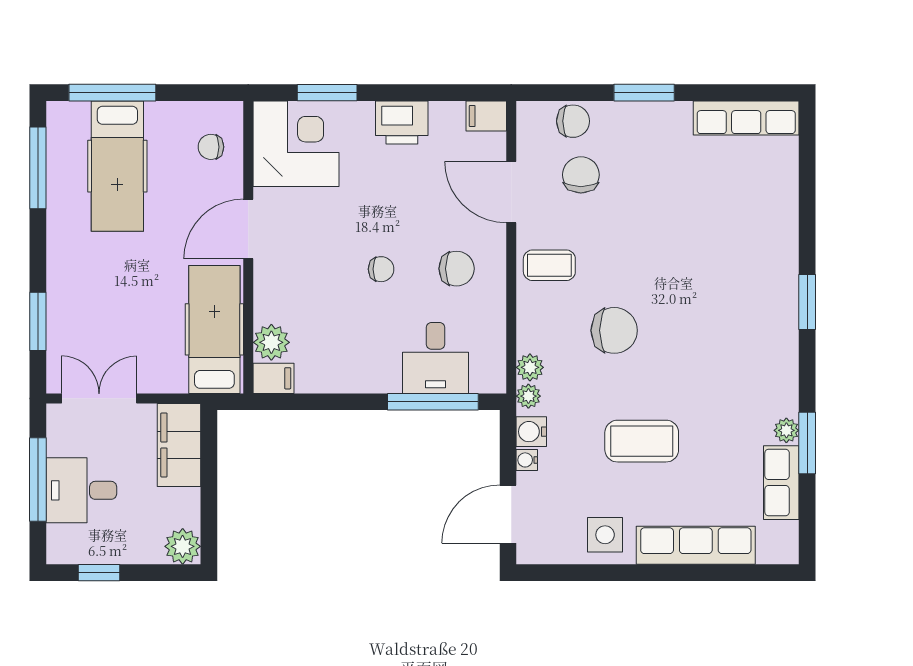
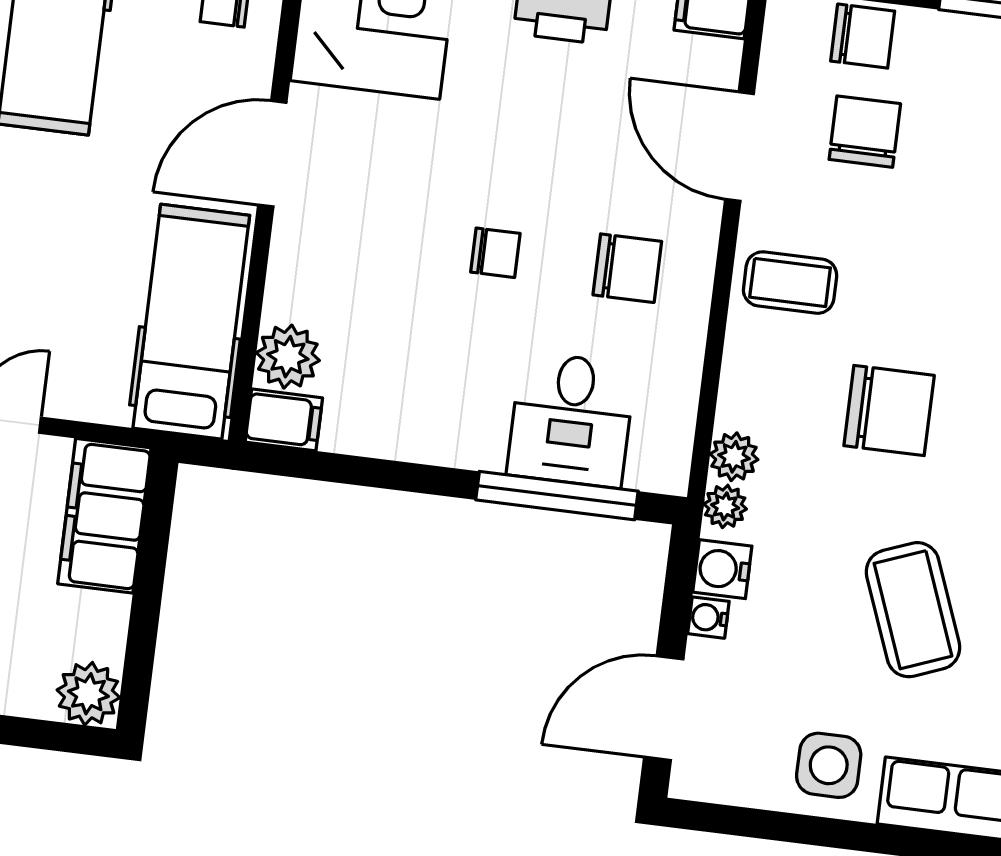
coffee table: (642, 441) -> (913, 610), turned 69

